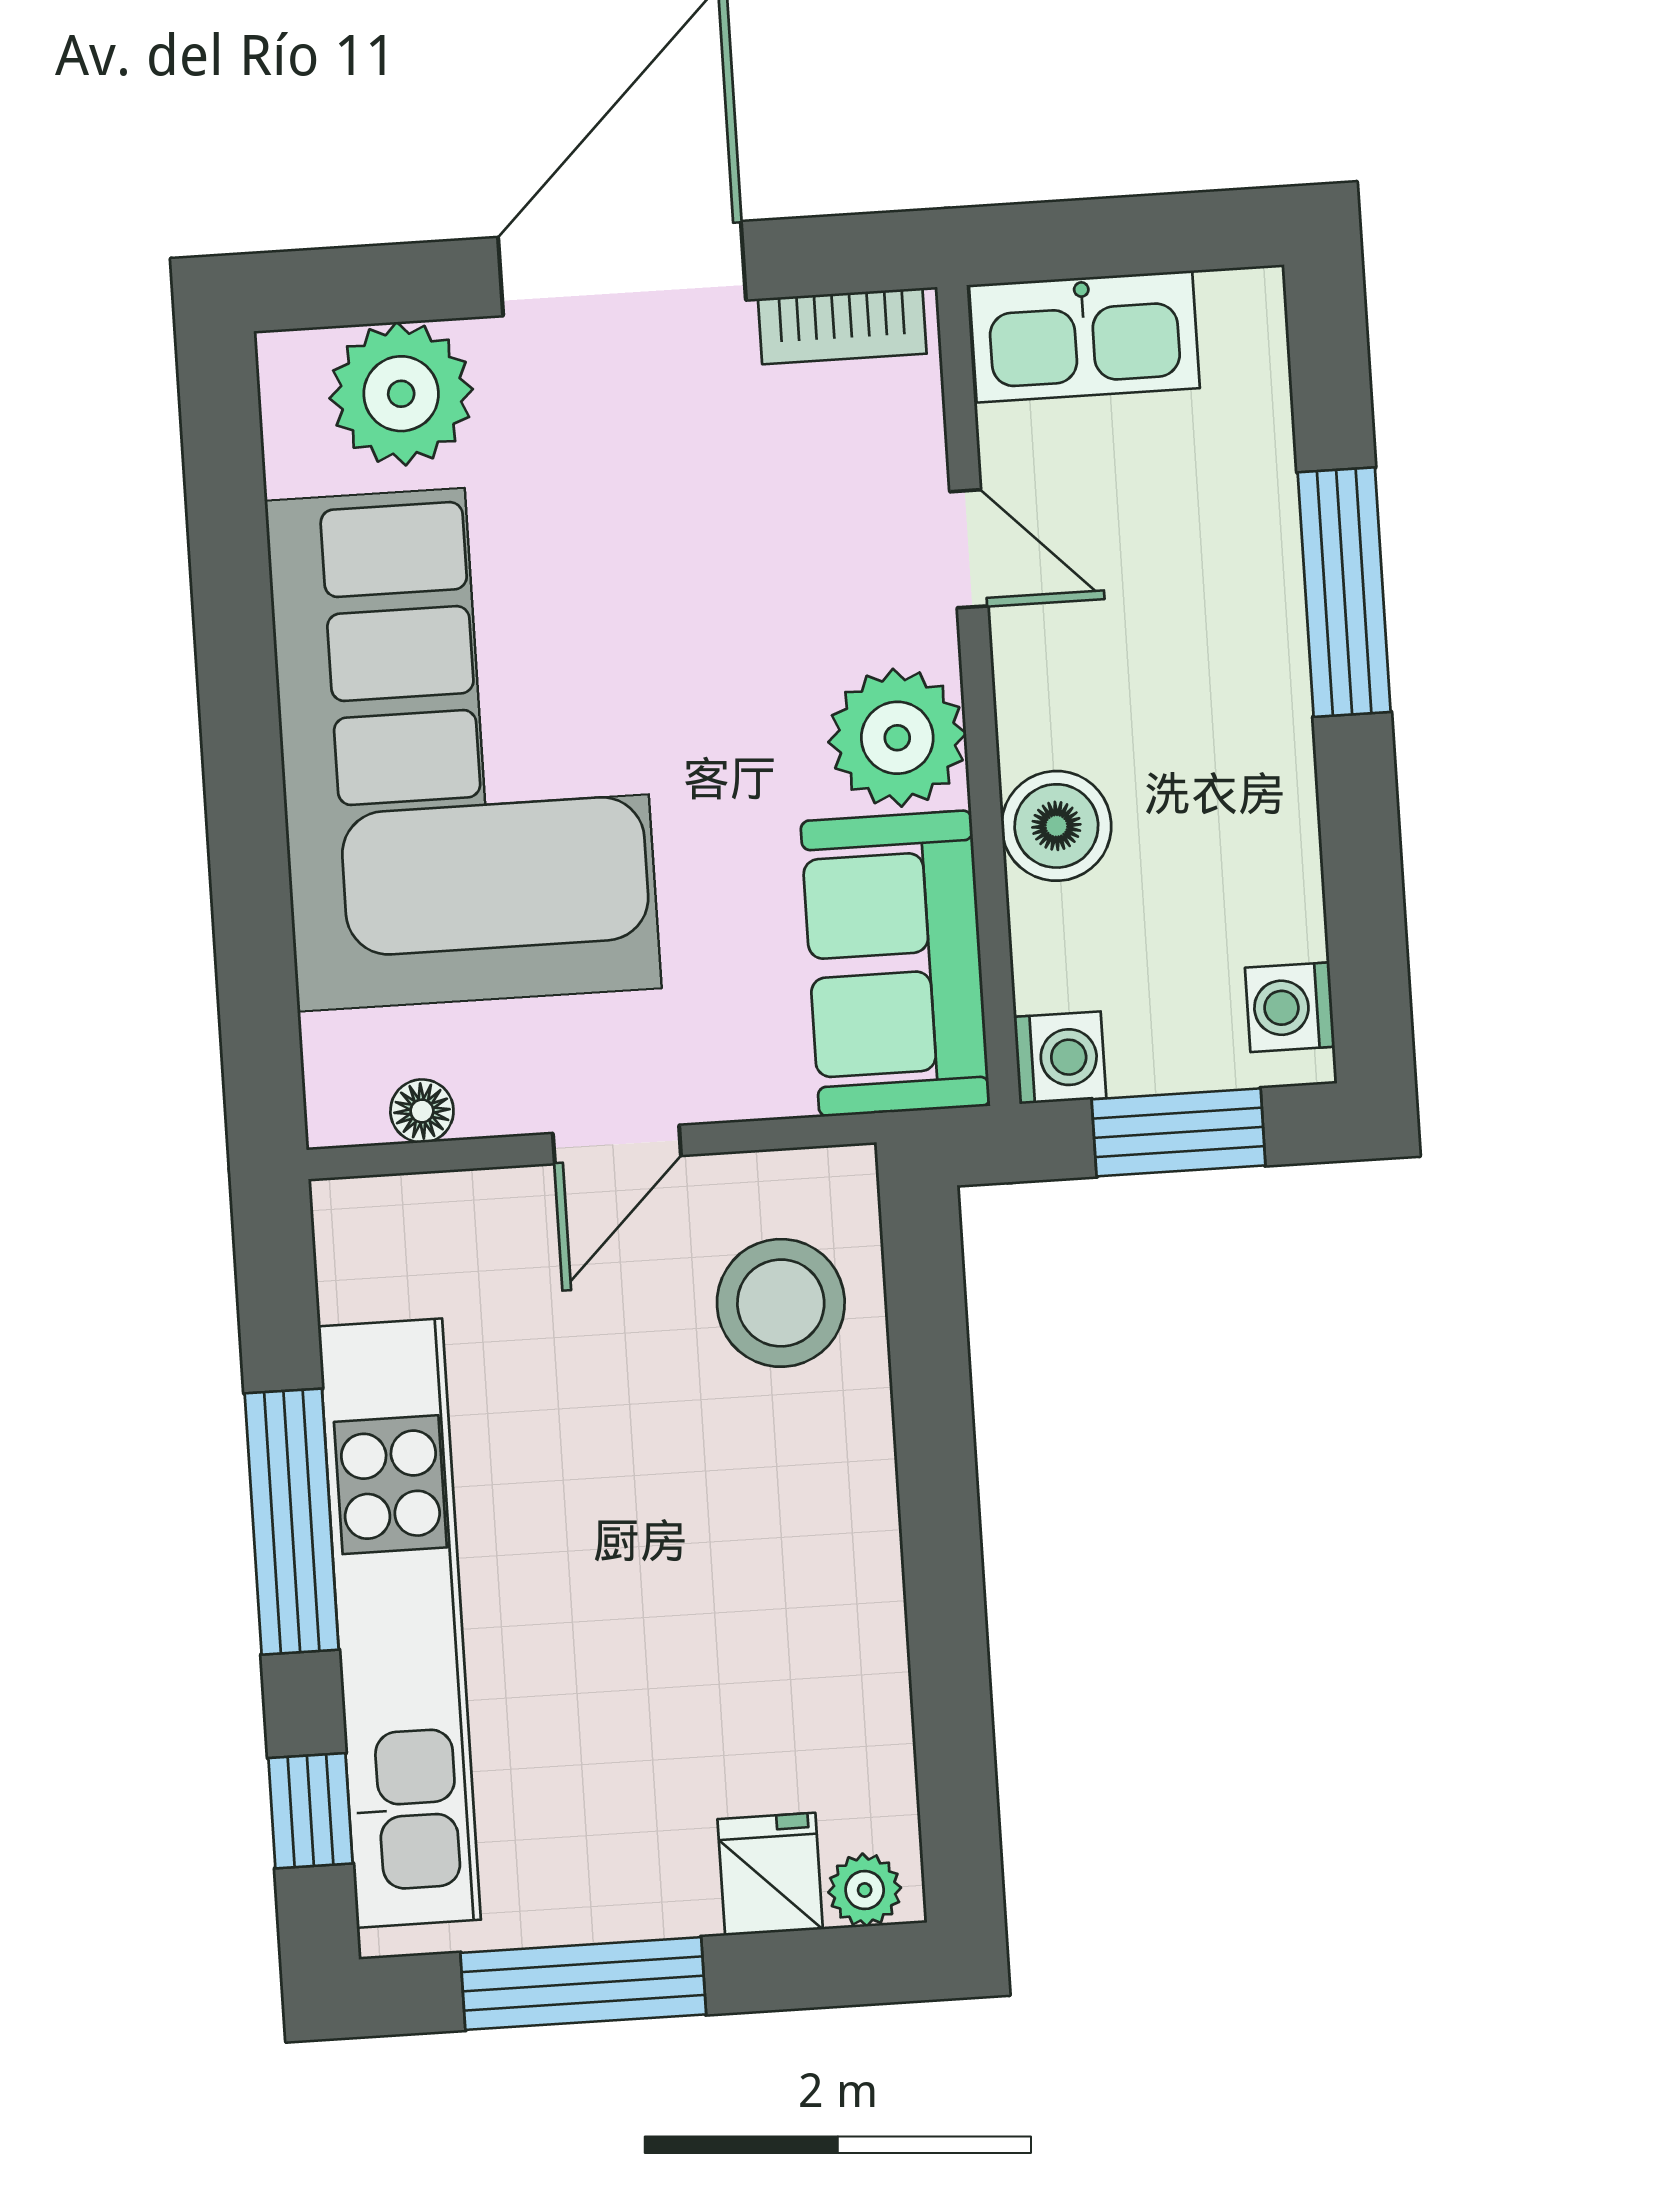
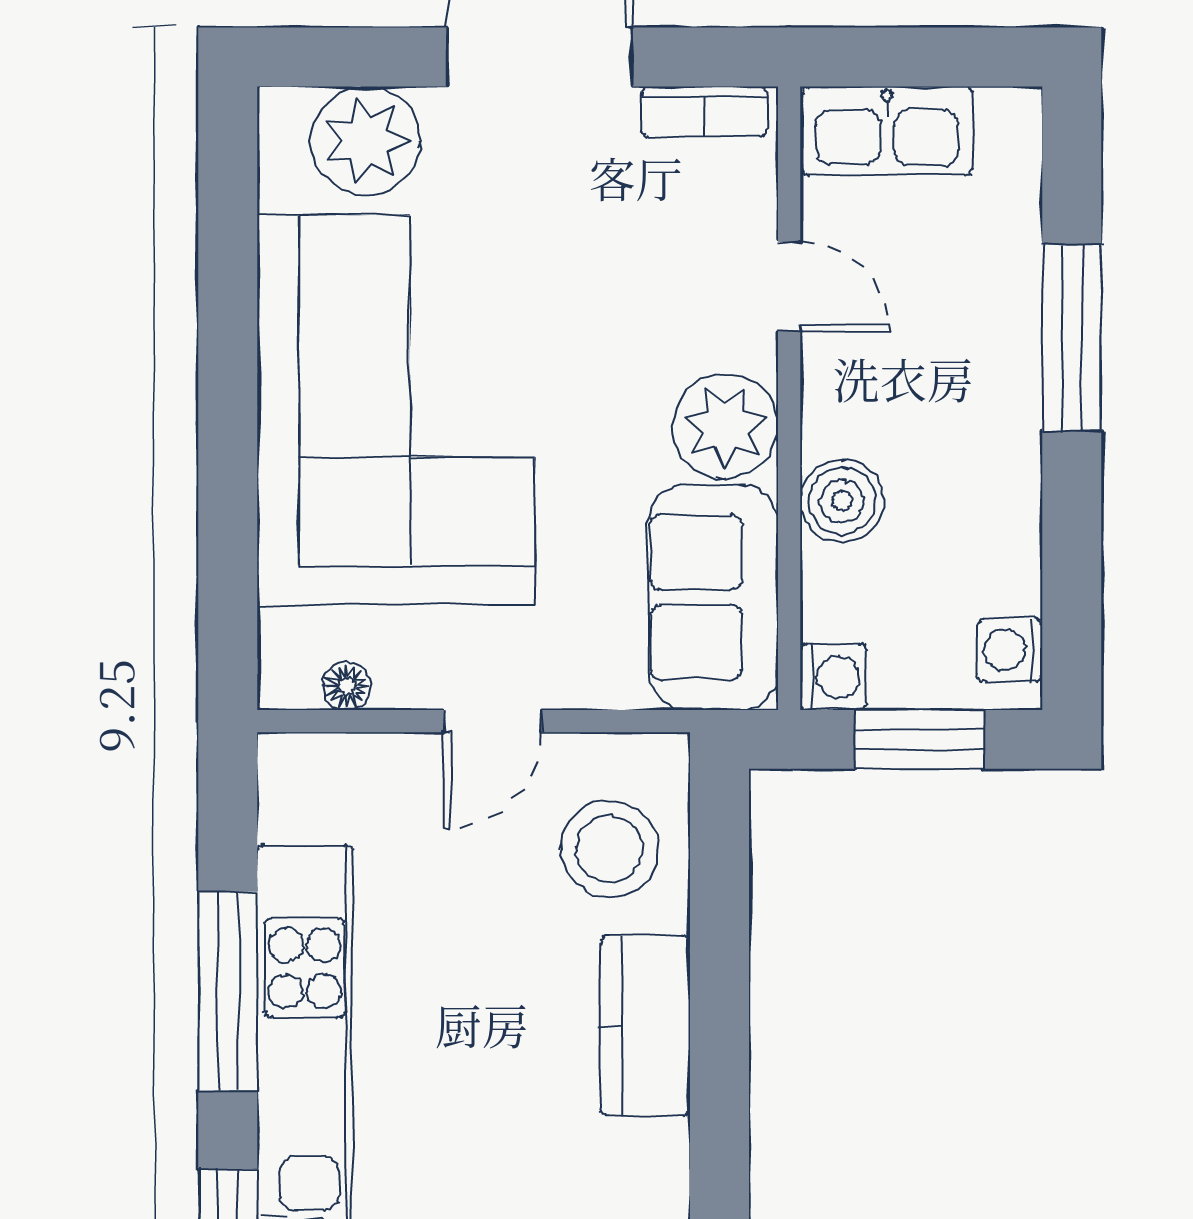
kitchen counter: (843, 1532) -> (645, 1026), added

